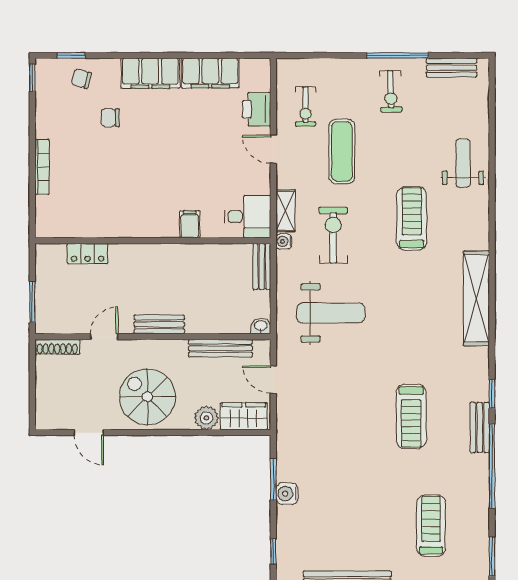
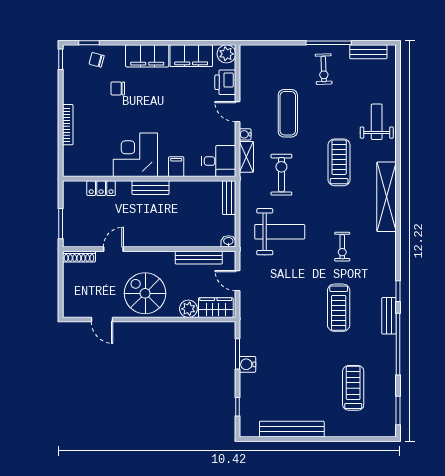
plant: (258, 71) -> (226, 54), added
exercise bike: (306, 107) -> (342, 247), moved
corner desk: (134, 208) -> (135, 155), added
water cooler: (284, 241) -> (245, 134), moved
shelving: (476, 298) -> (386, 197), moved
bench: (159, 324) -> (151, 188), moved

